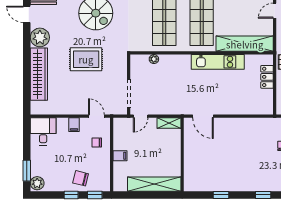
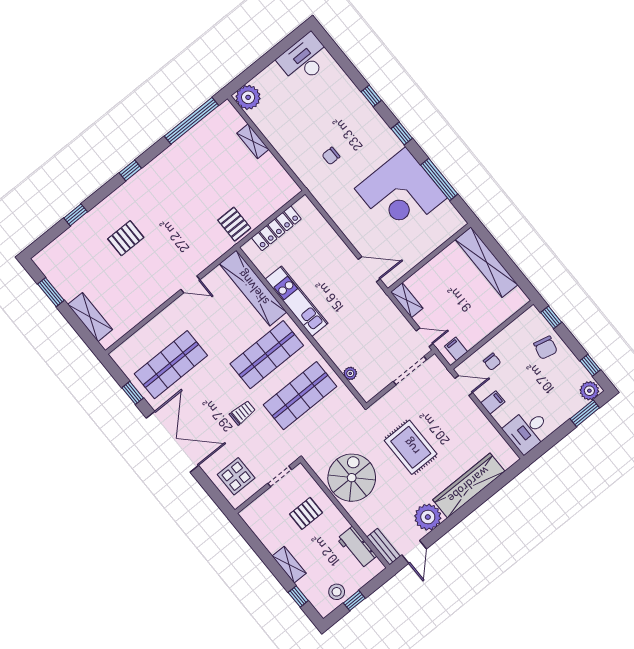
locker: (267, 77) -> (276, 228), width x1.53
door: (96, 116) -> (464, 385), swing flipped
door: (203, 116) -> (369, 269), hinge flipped
filing cabinet: (120, 156) -> (456, 349), moved
corner desk: (231, 168) -> (401, 193), added
window: (71, 195) -> (590, 365), moved
window: (221, 195) -> (439, 180), width x2.17

